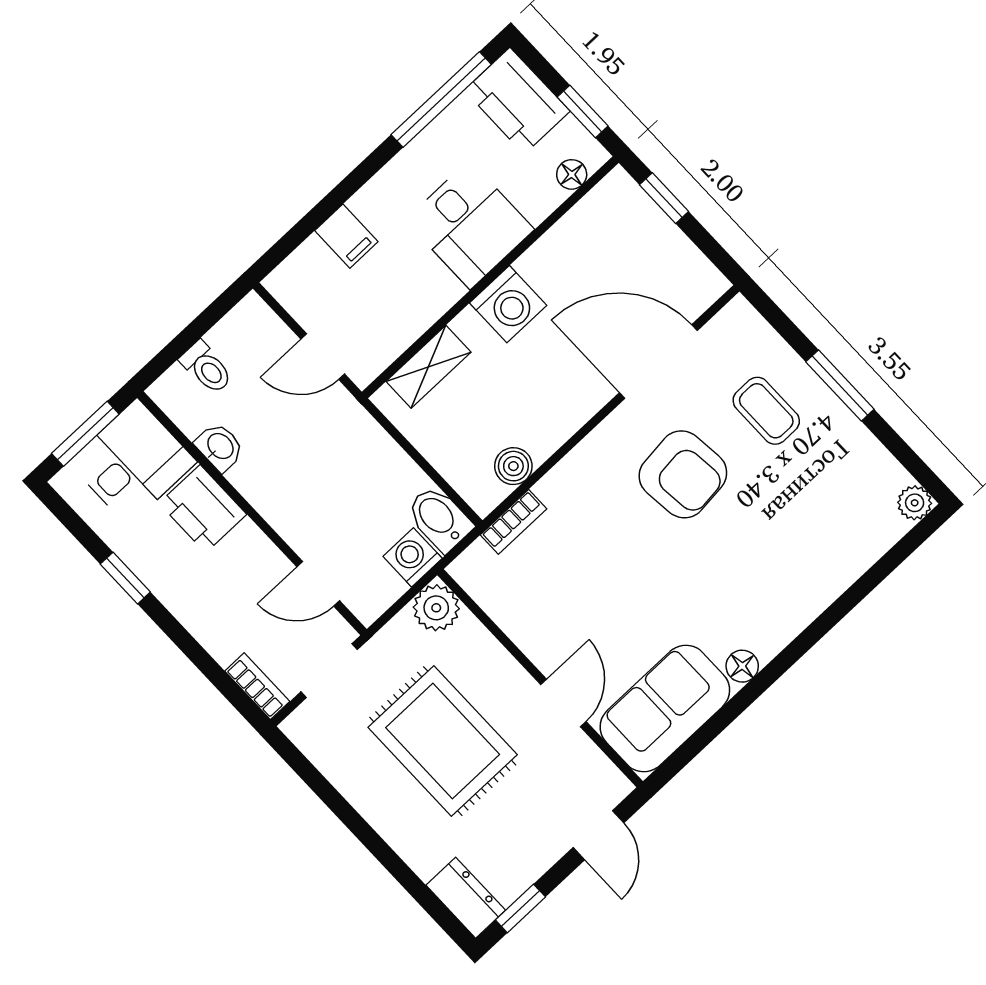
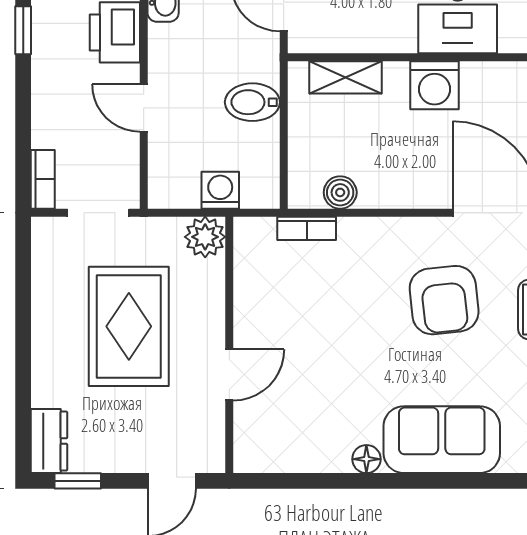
bidet: (439, 519) -> (252, 102), moved, turned -90
door: (318, 584) -> (144, 108), moved
sofa: (665, 709) -> (442, 440), moved

